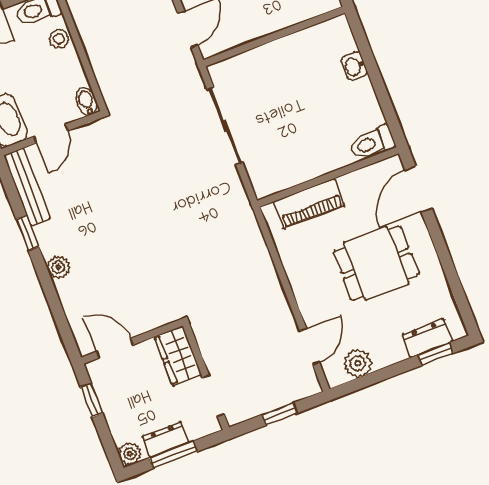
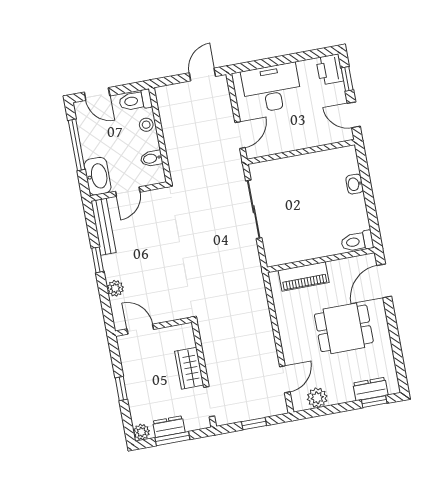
bidet: (86, 101) -> (151, 158), moved, turned -90
wall: (132, 342) -> (153, 327), moved
door: (115, 348) -> (140, 329), moved

